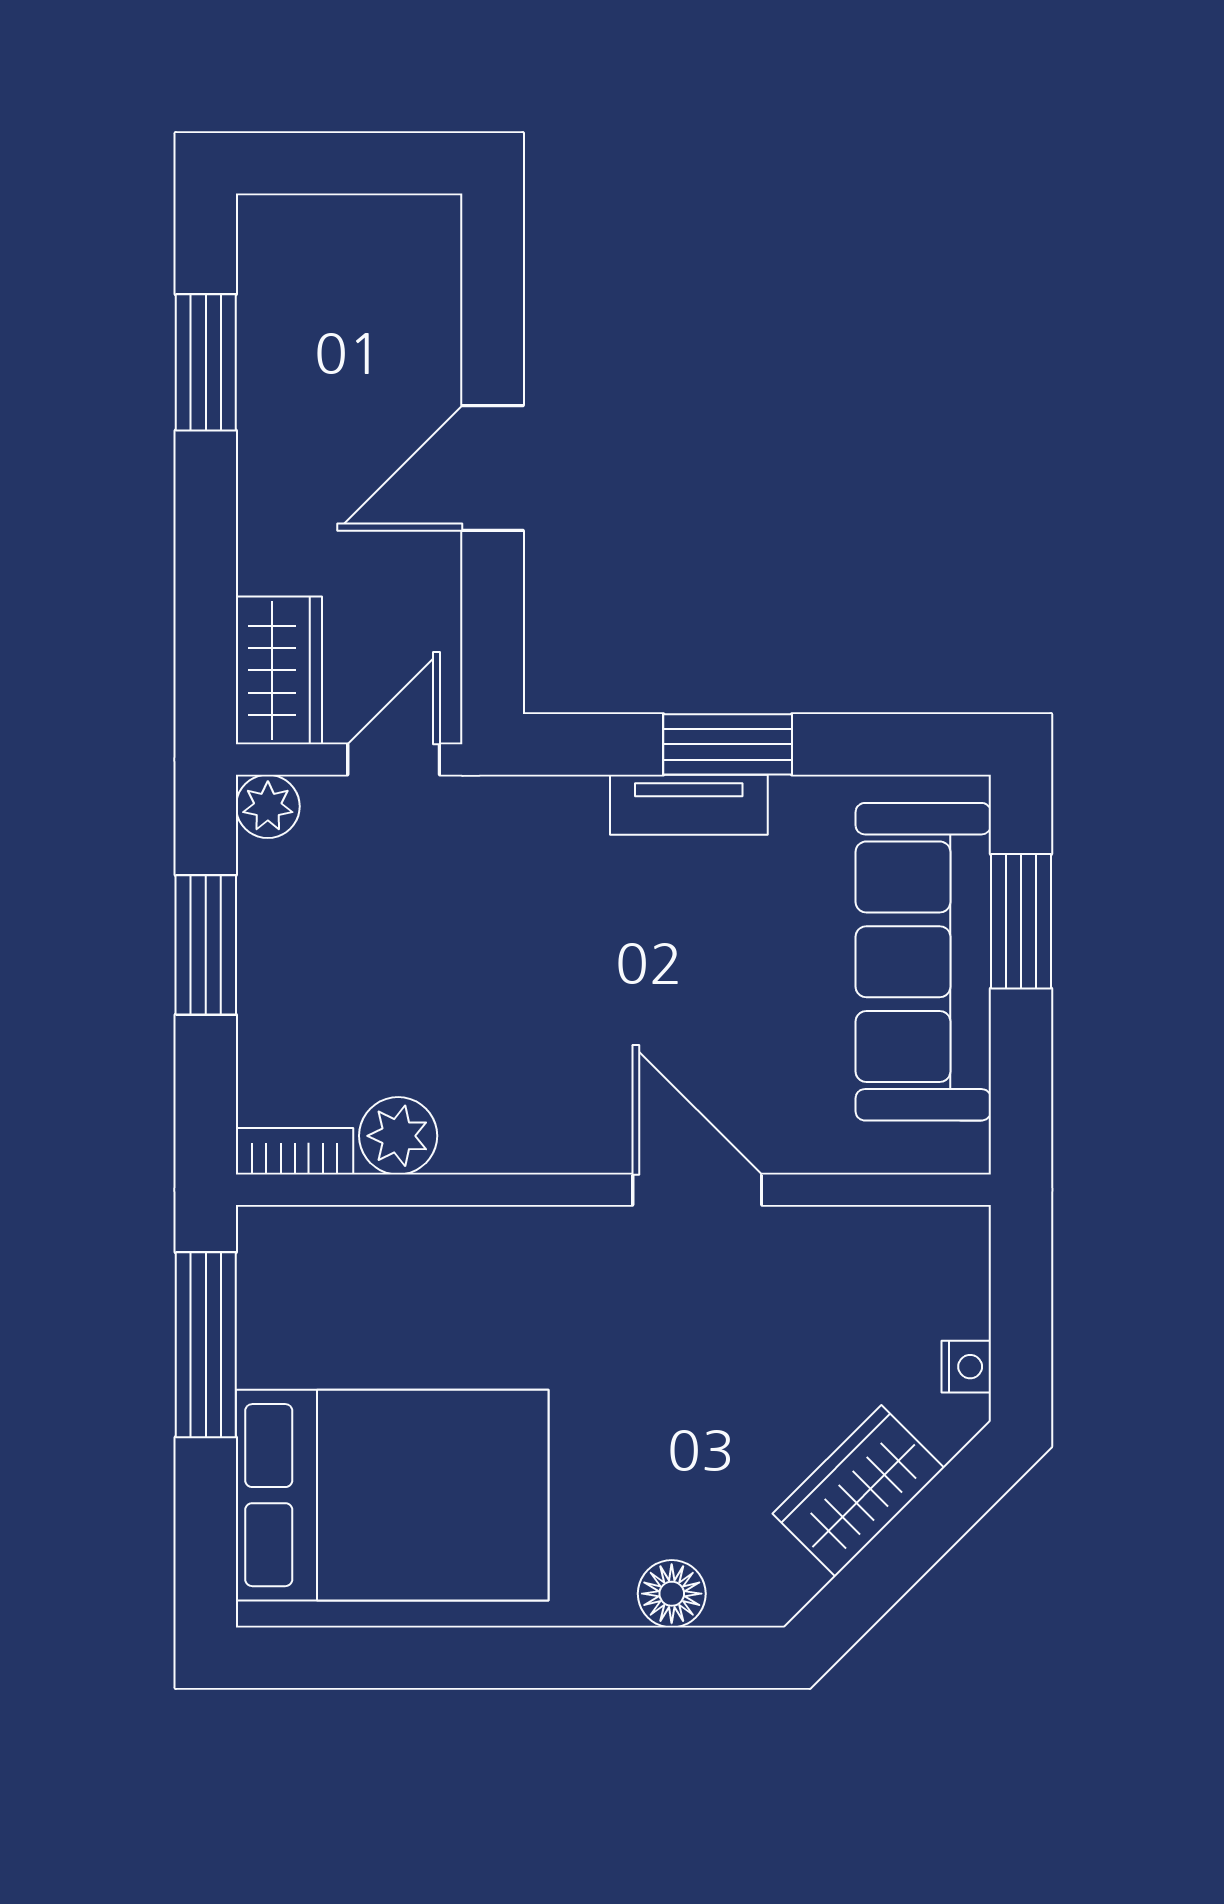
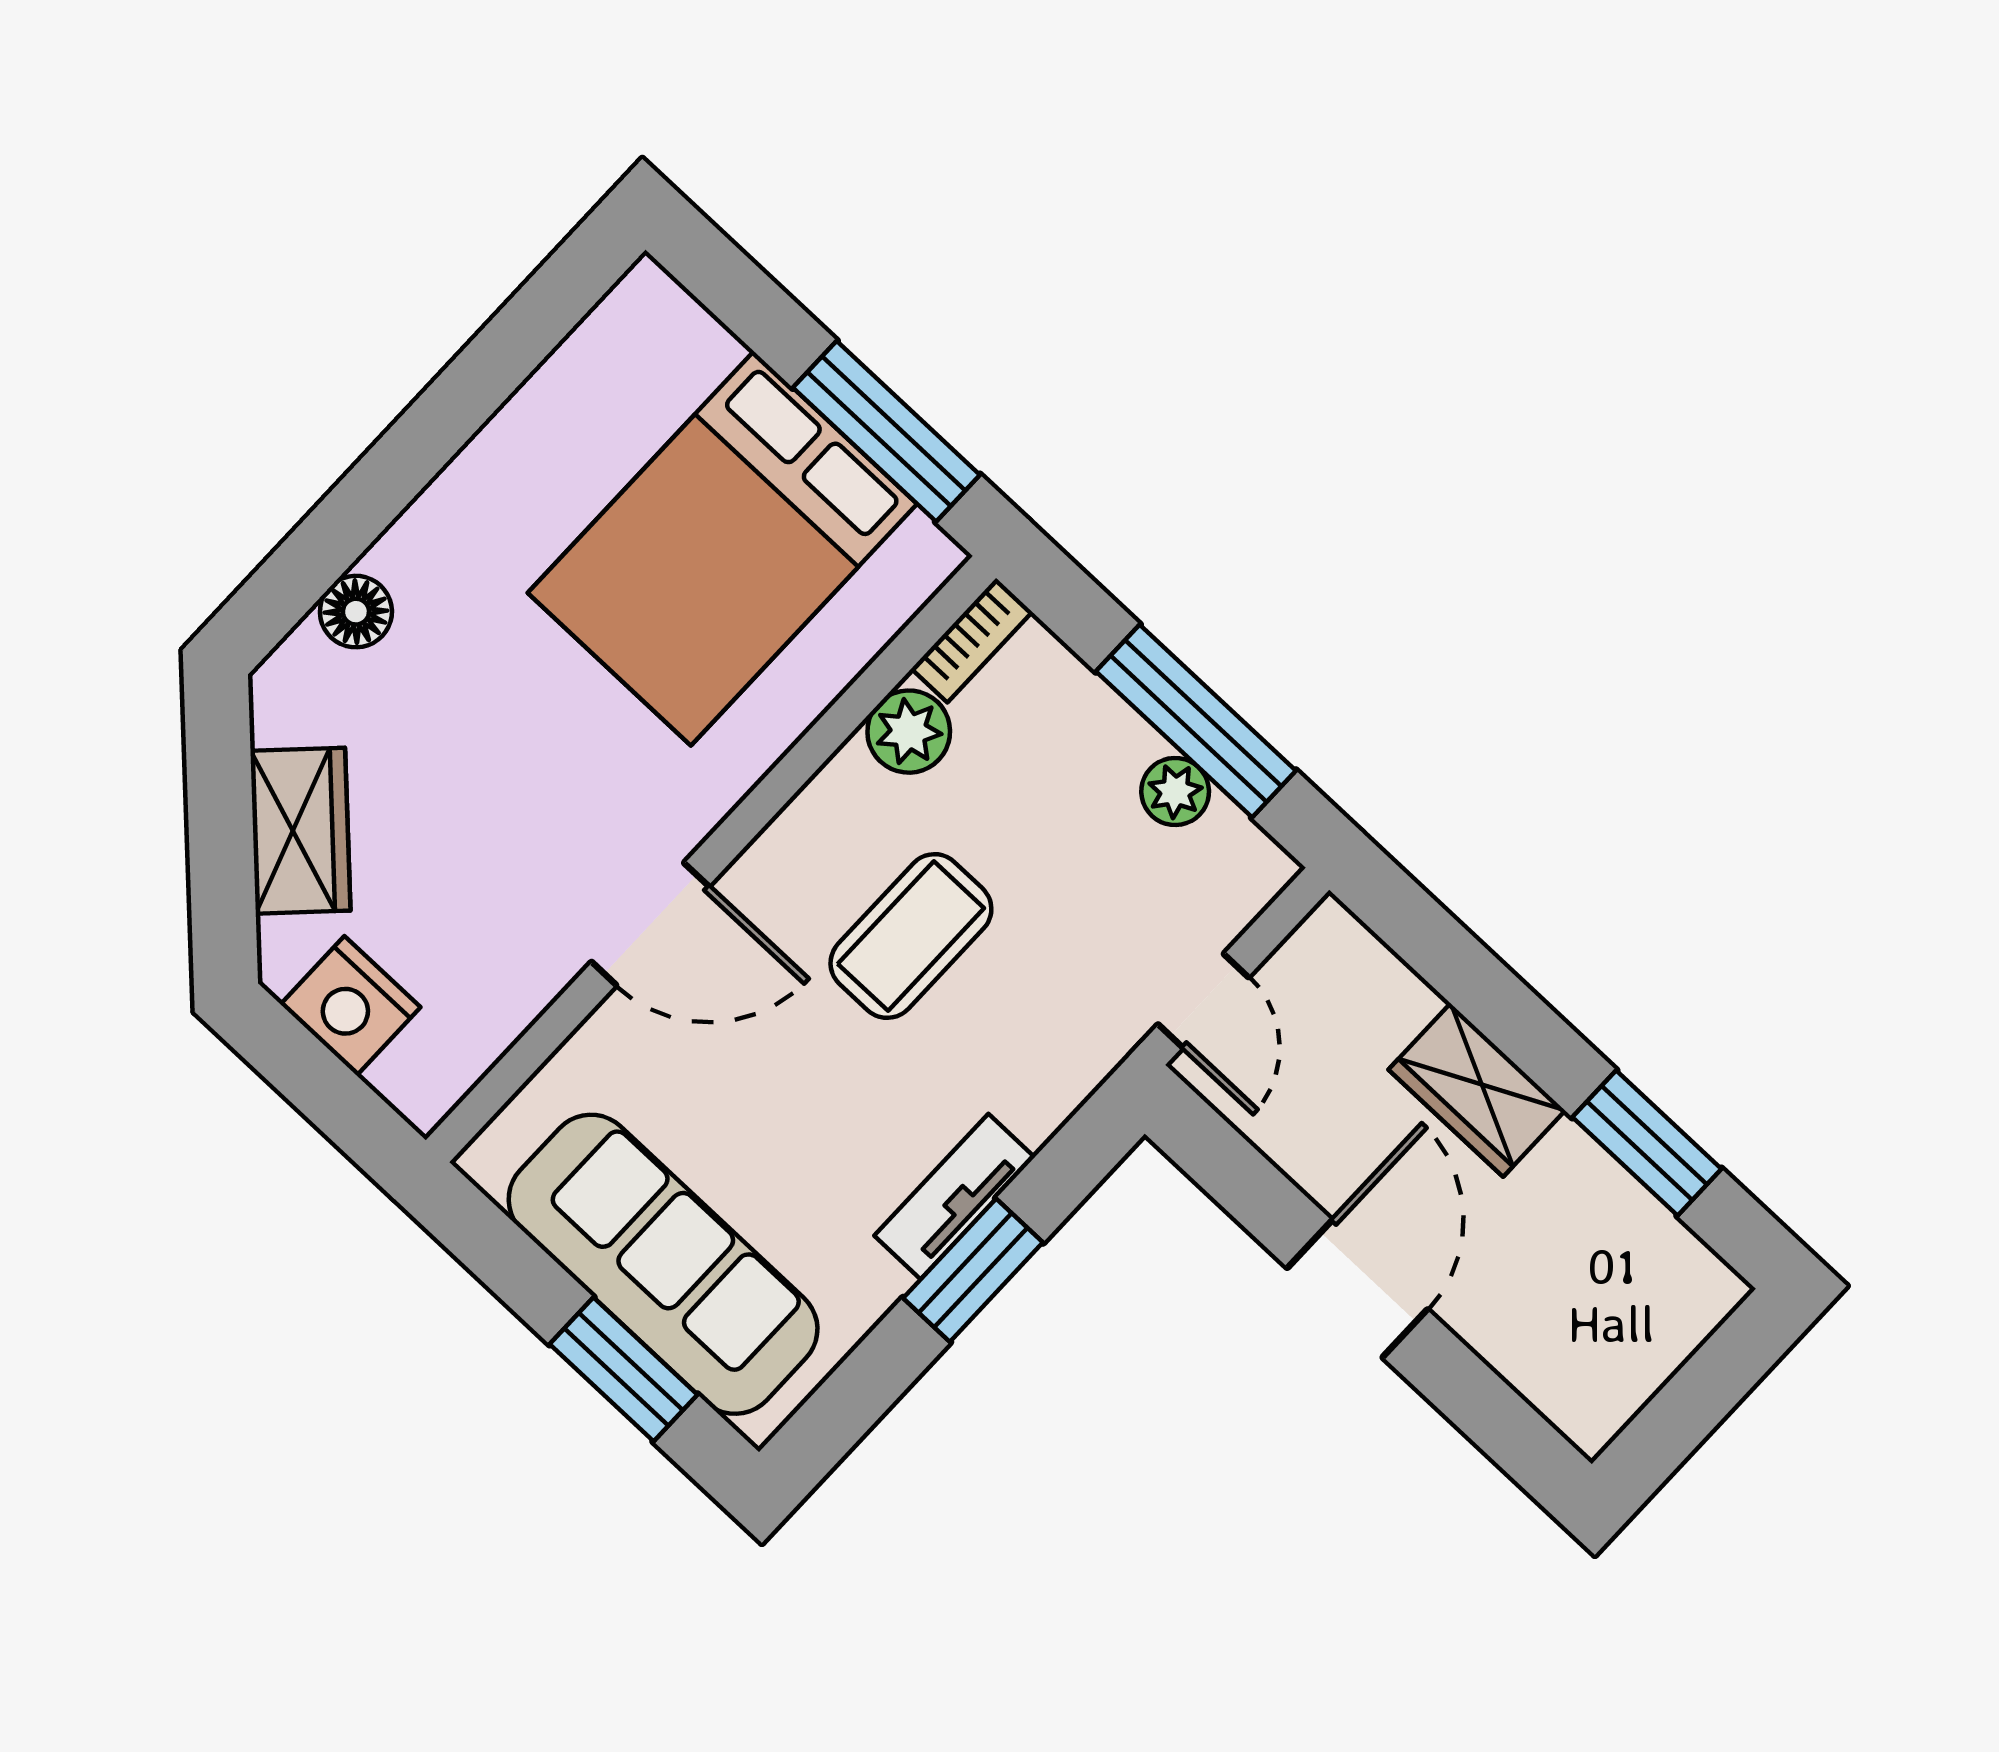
wardrobe: (279, 670) -> (1477, 1090), moved
plant: (268, 806) -> (1175, 791), moved
window: (206, 945) -> (1196, 721), width x1.44
coffee table: (537, 1003) -> (911, 936), added
nightstand: (966, 1367) -> (351, 1006), width x1.89, depth x1.79
bed: (392, 1495) -> (722, 548), moved

